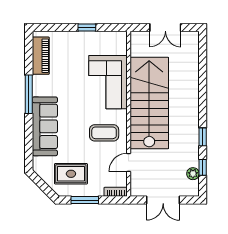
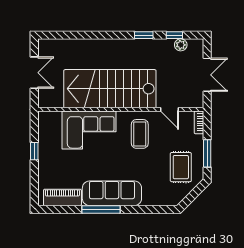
sofa: (45, 126) -> (112, 193), moved

